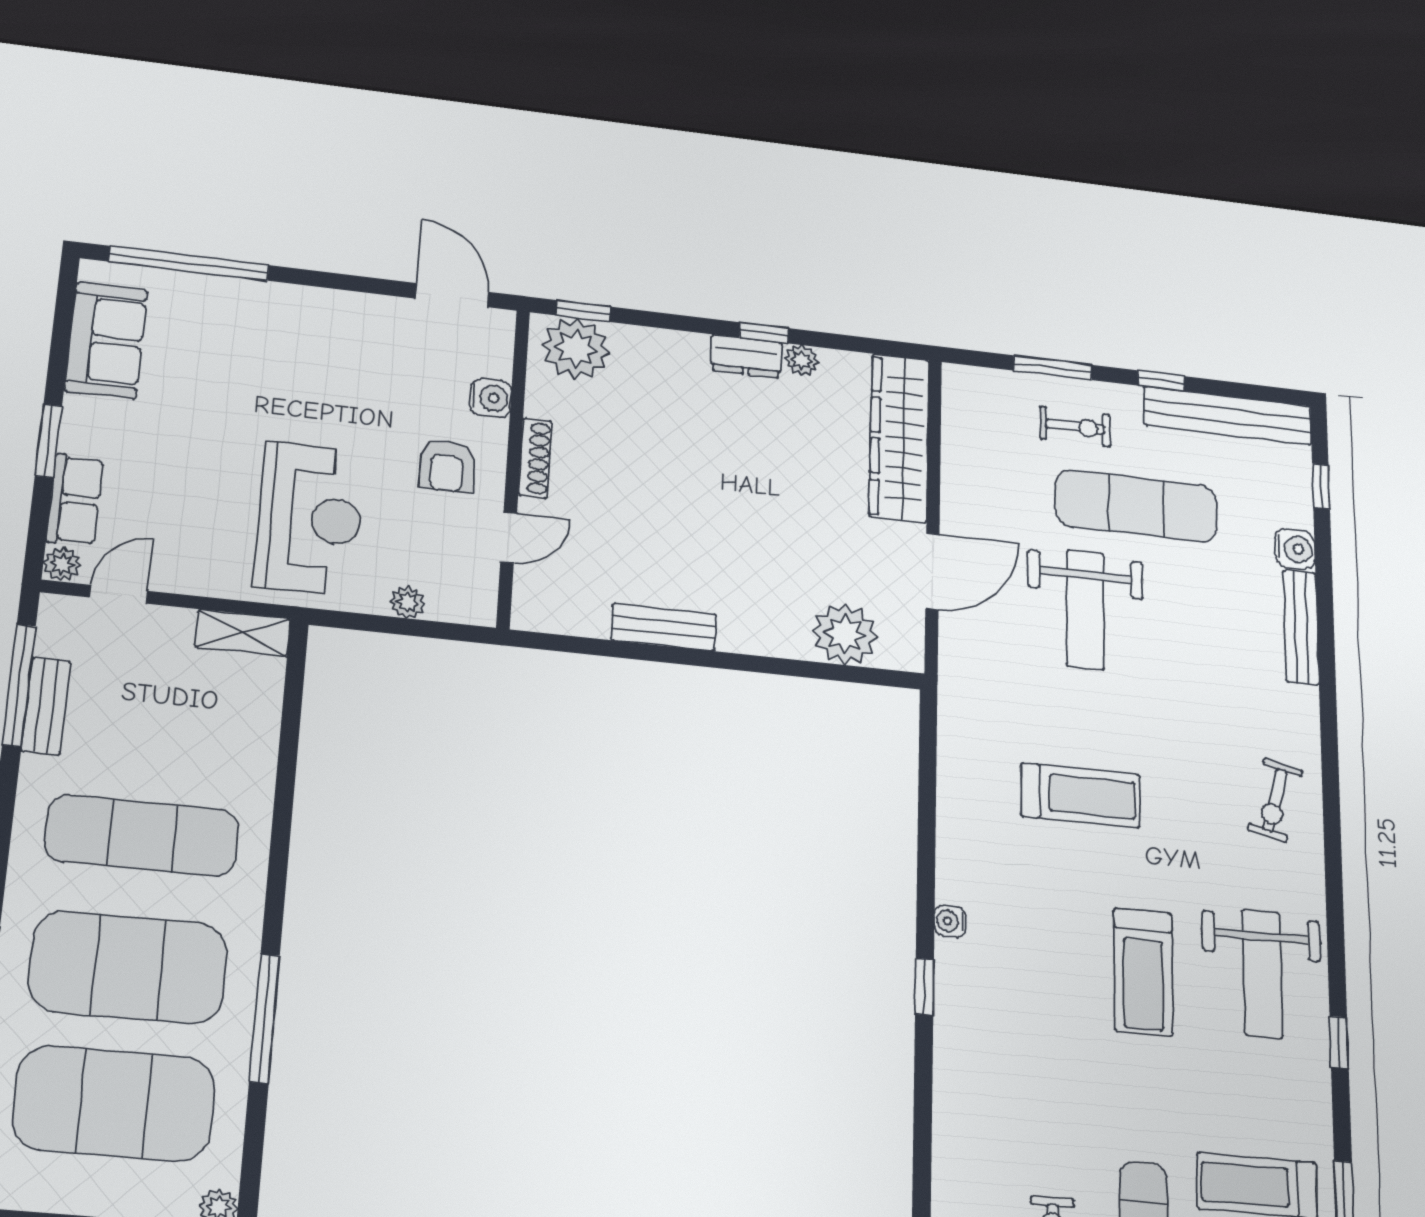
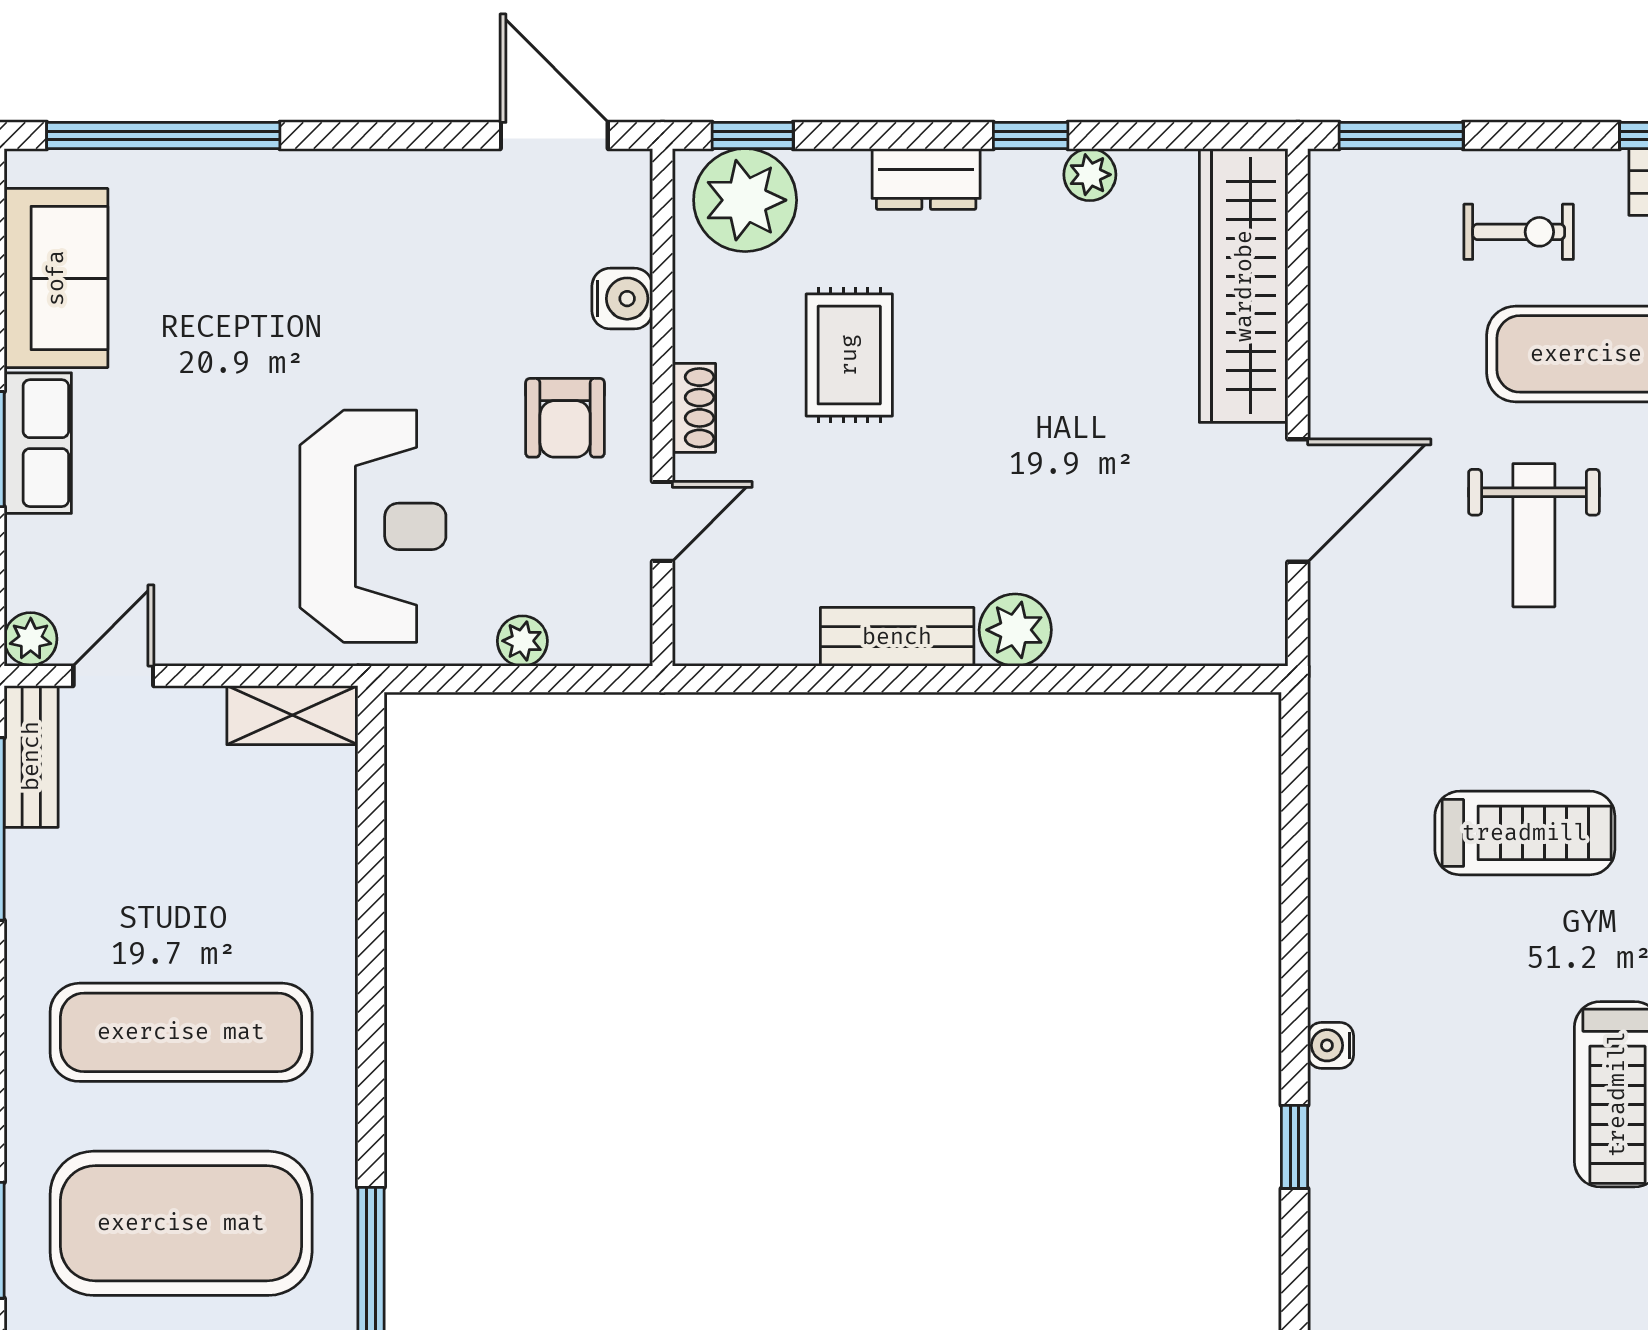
dresser: (746, 356) -> (926, 179), moved
window: (1053, 368) -> (1401, 135), moved
rug: (640, 449) -> (849, 355), added
shoe rack: (535, 458) -> (694, 408), width x0.70
row of seats: (75, 500) -> (38, 443), moved
weight bench: (1086, 610) -> (1534, 535), width x0.73, depth x0.75
plant: (845, 634) -> (1015, 630), moved, width x0.73, depth x0.73
bench: (46, 706) -> (31, 756), moved

